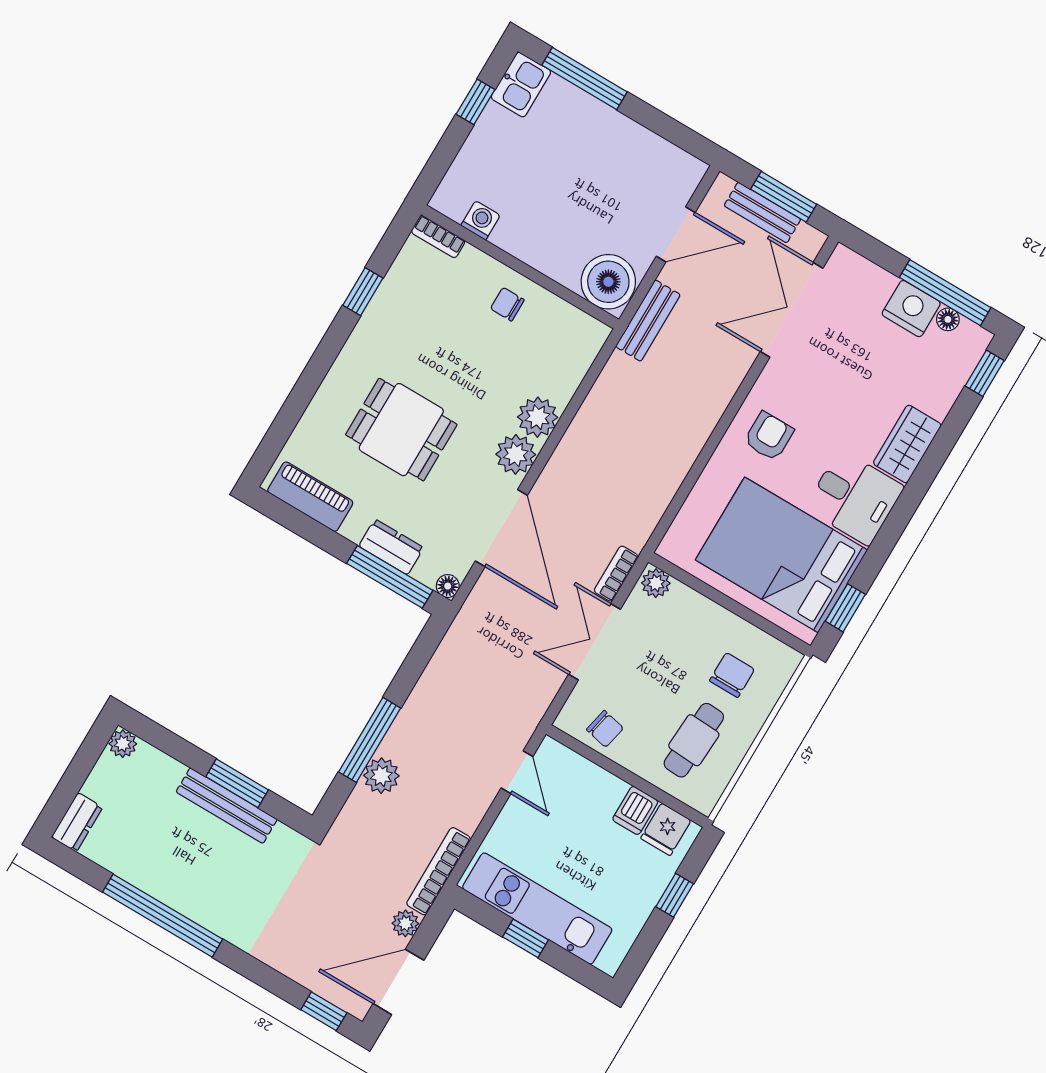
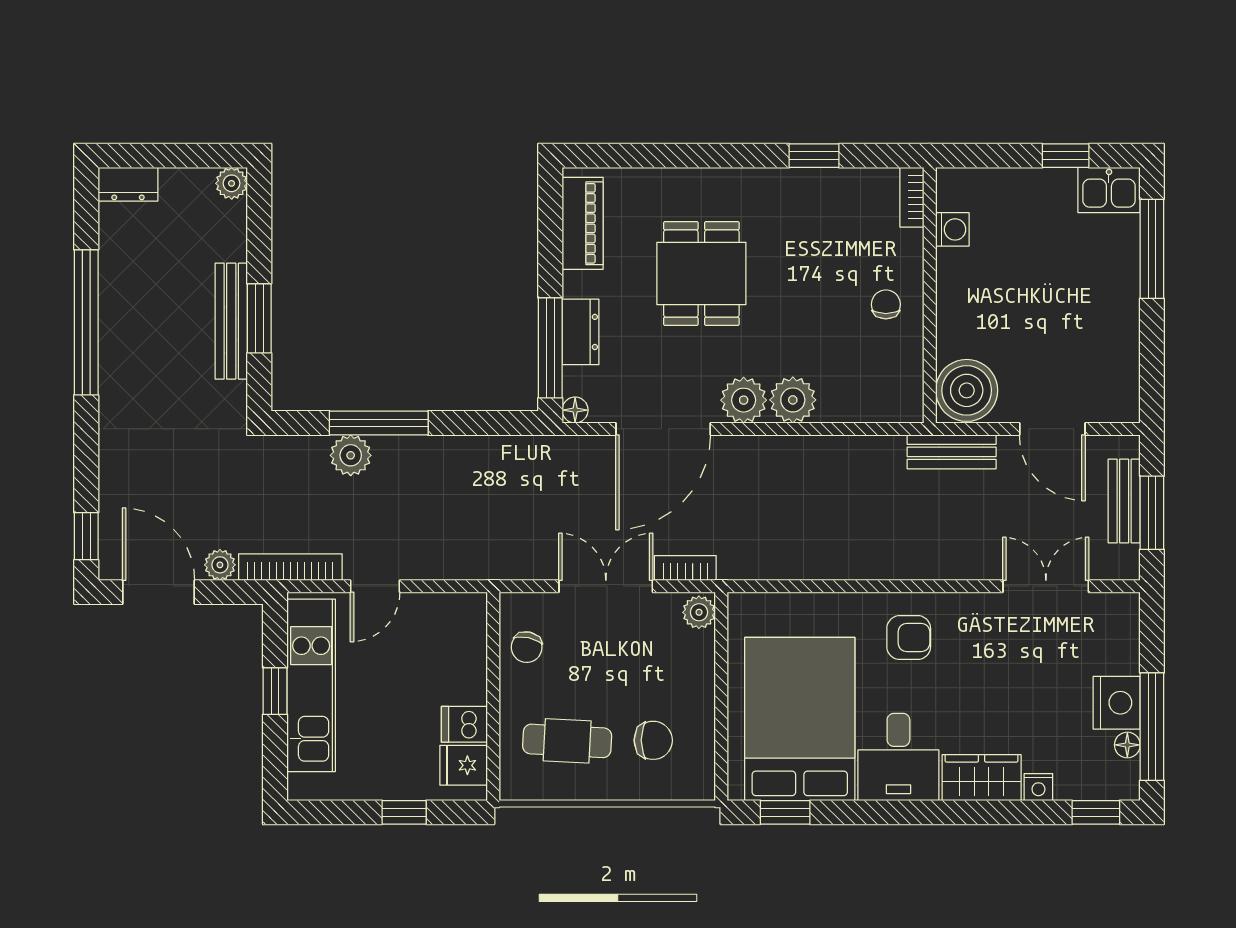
double door: (792, 310) -> (1046, 586), width x0.73
nightstand: (940, 405) -> (1038, 787), added
door: (517, 772) -> (375, 586), moved

